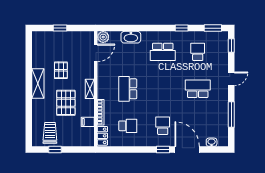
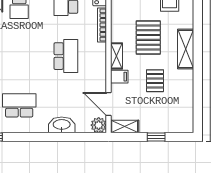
shelving: (84, 36) -> (125, 127), added
door: (96, 53) -> (108, 104), hinge flipped
shelving: (38, 84) -> (186, 49), moved
filing cabinet: (88, 122) -> (119, 77), moved

